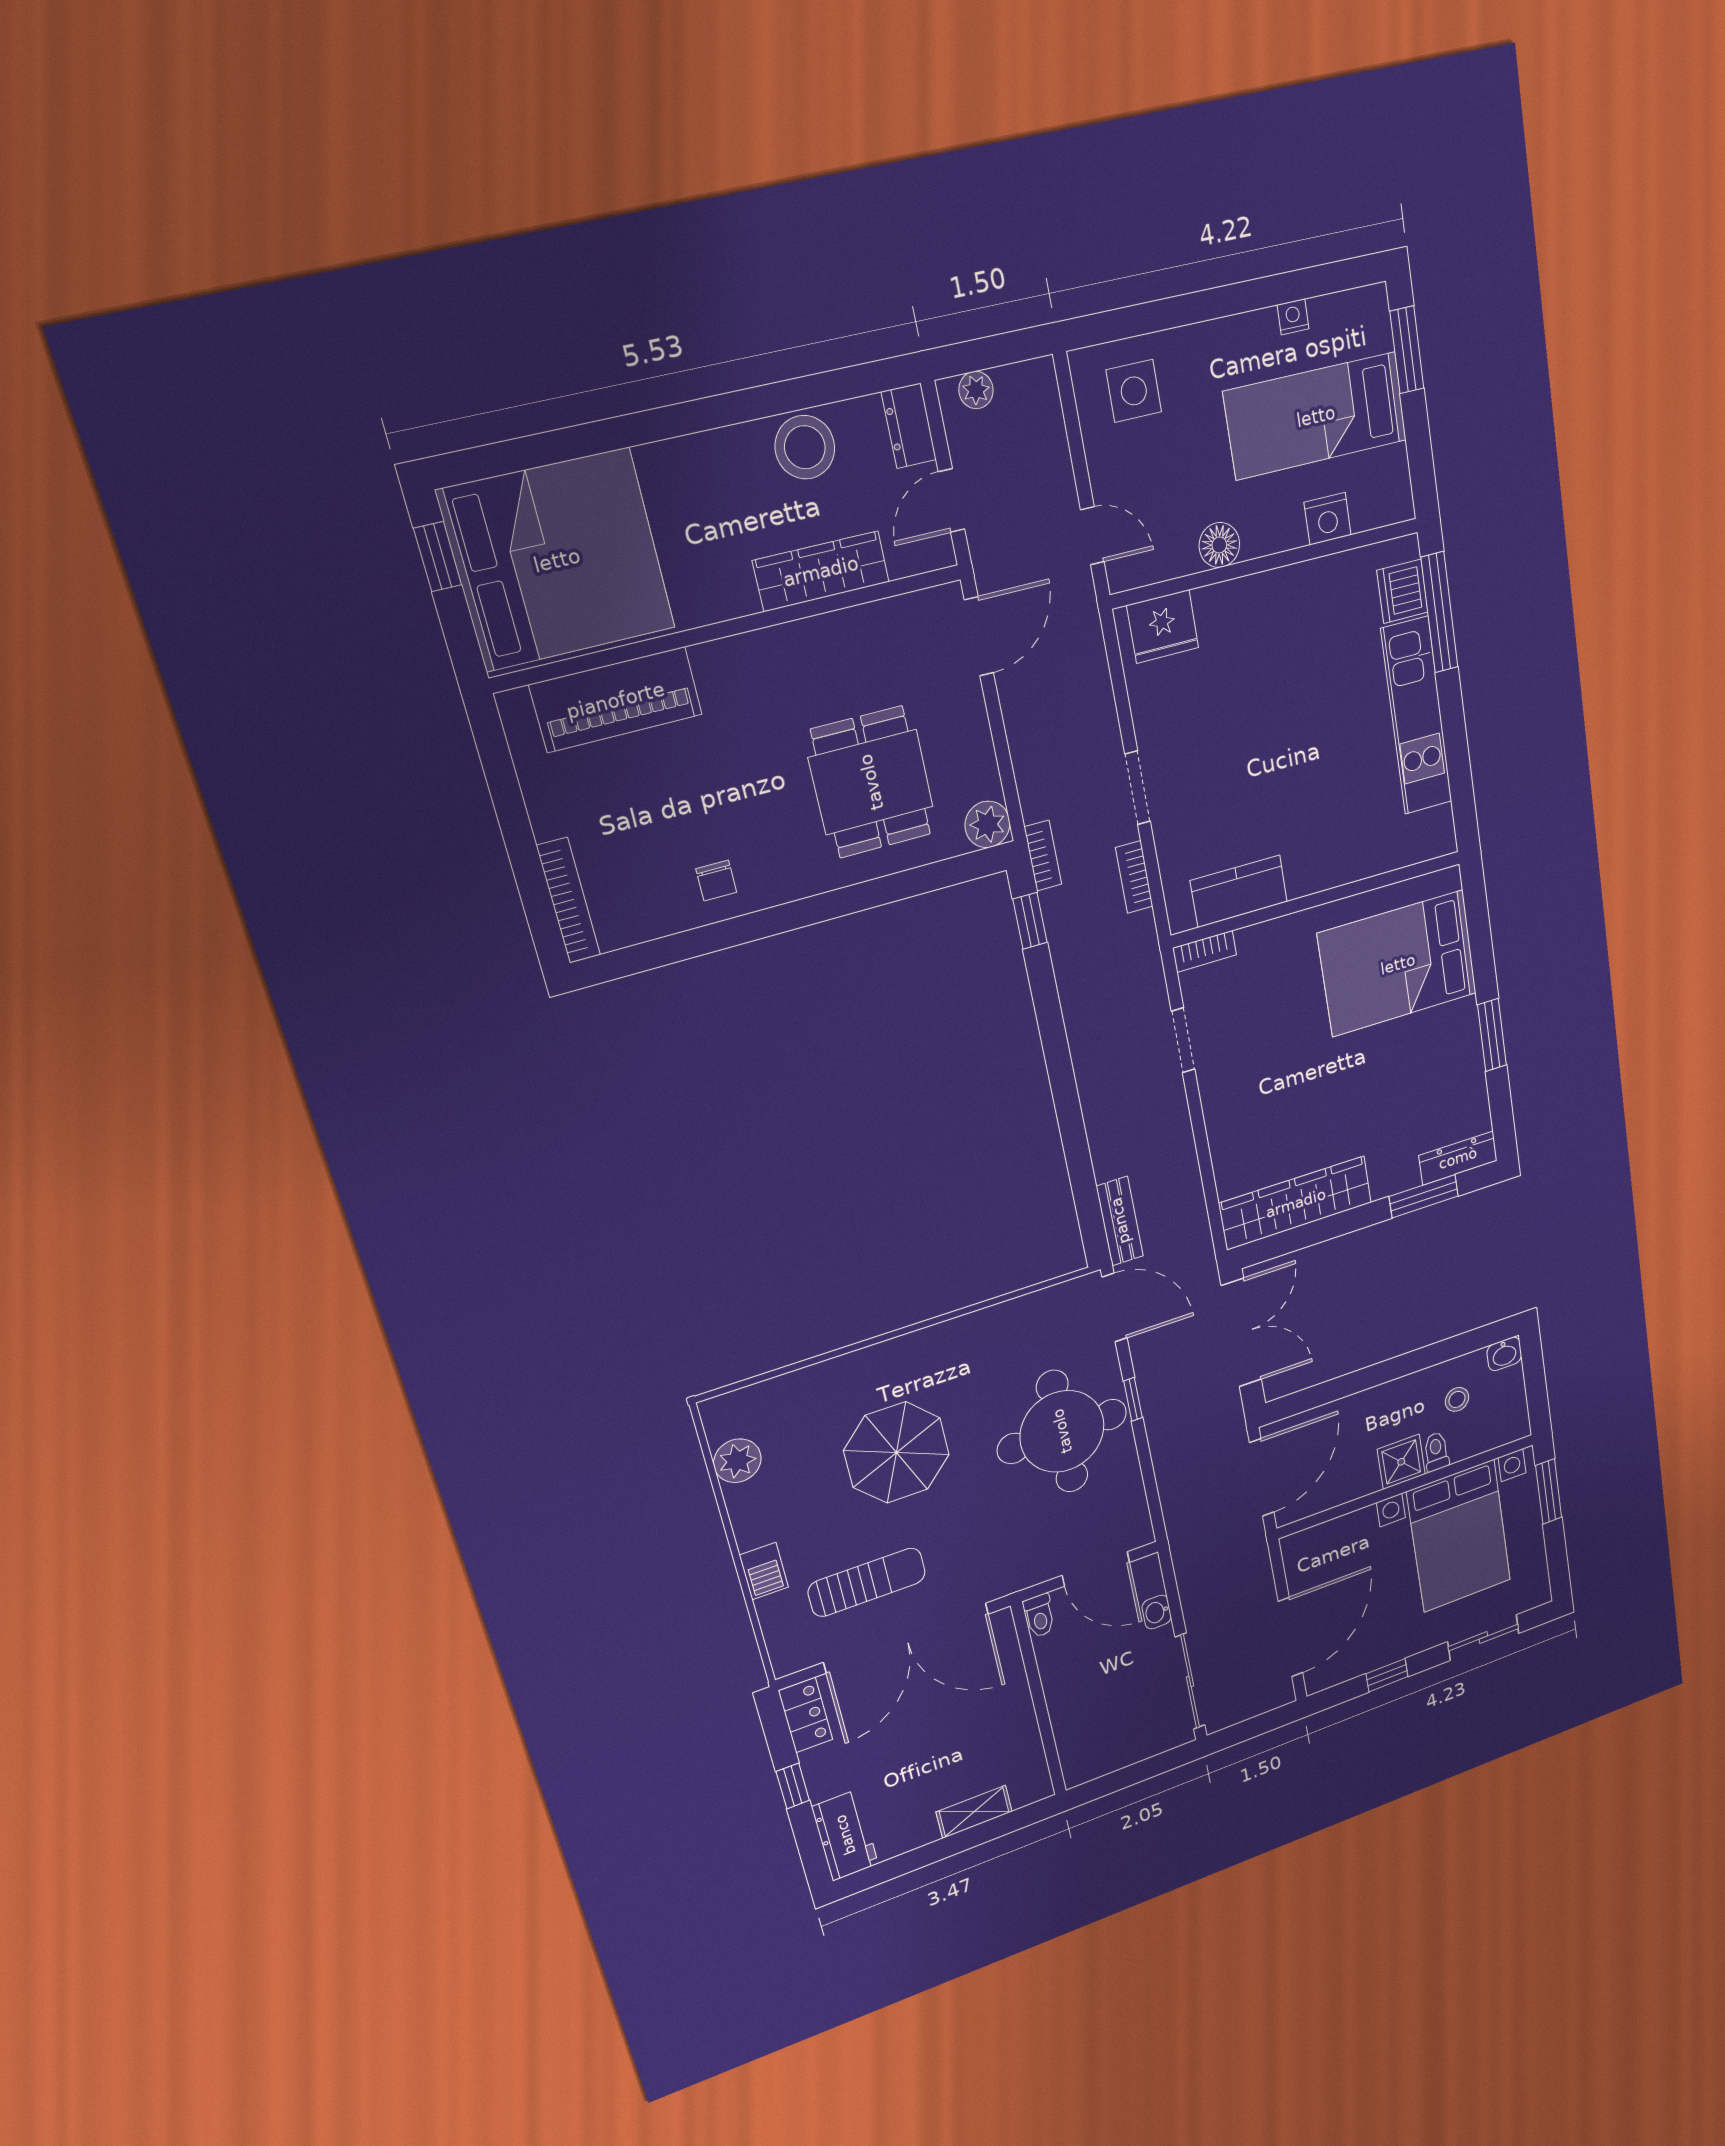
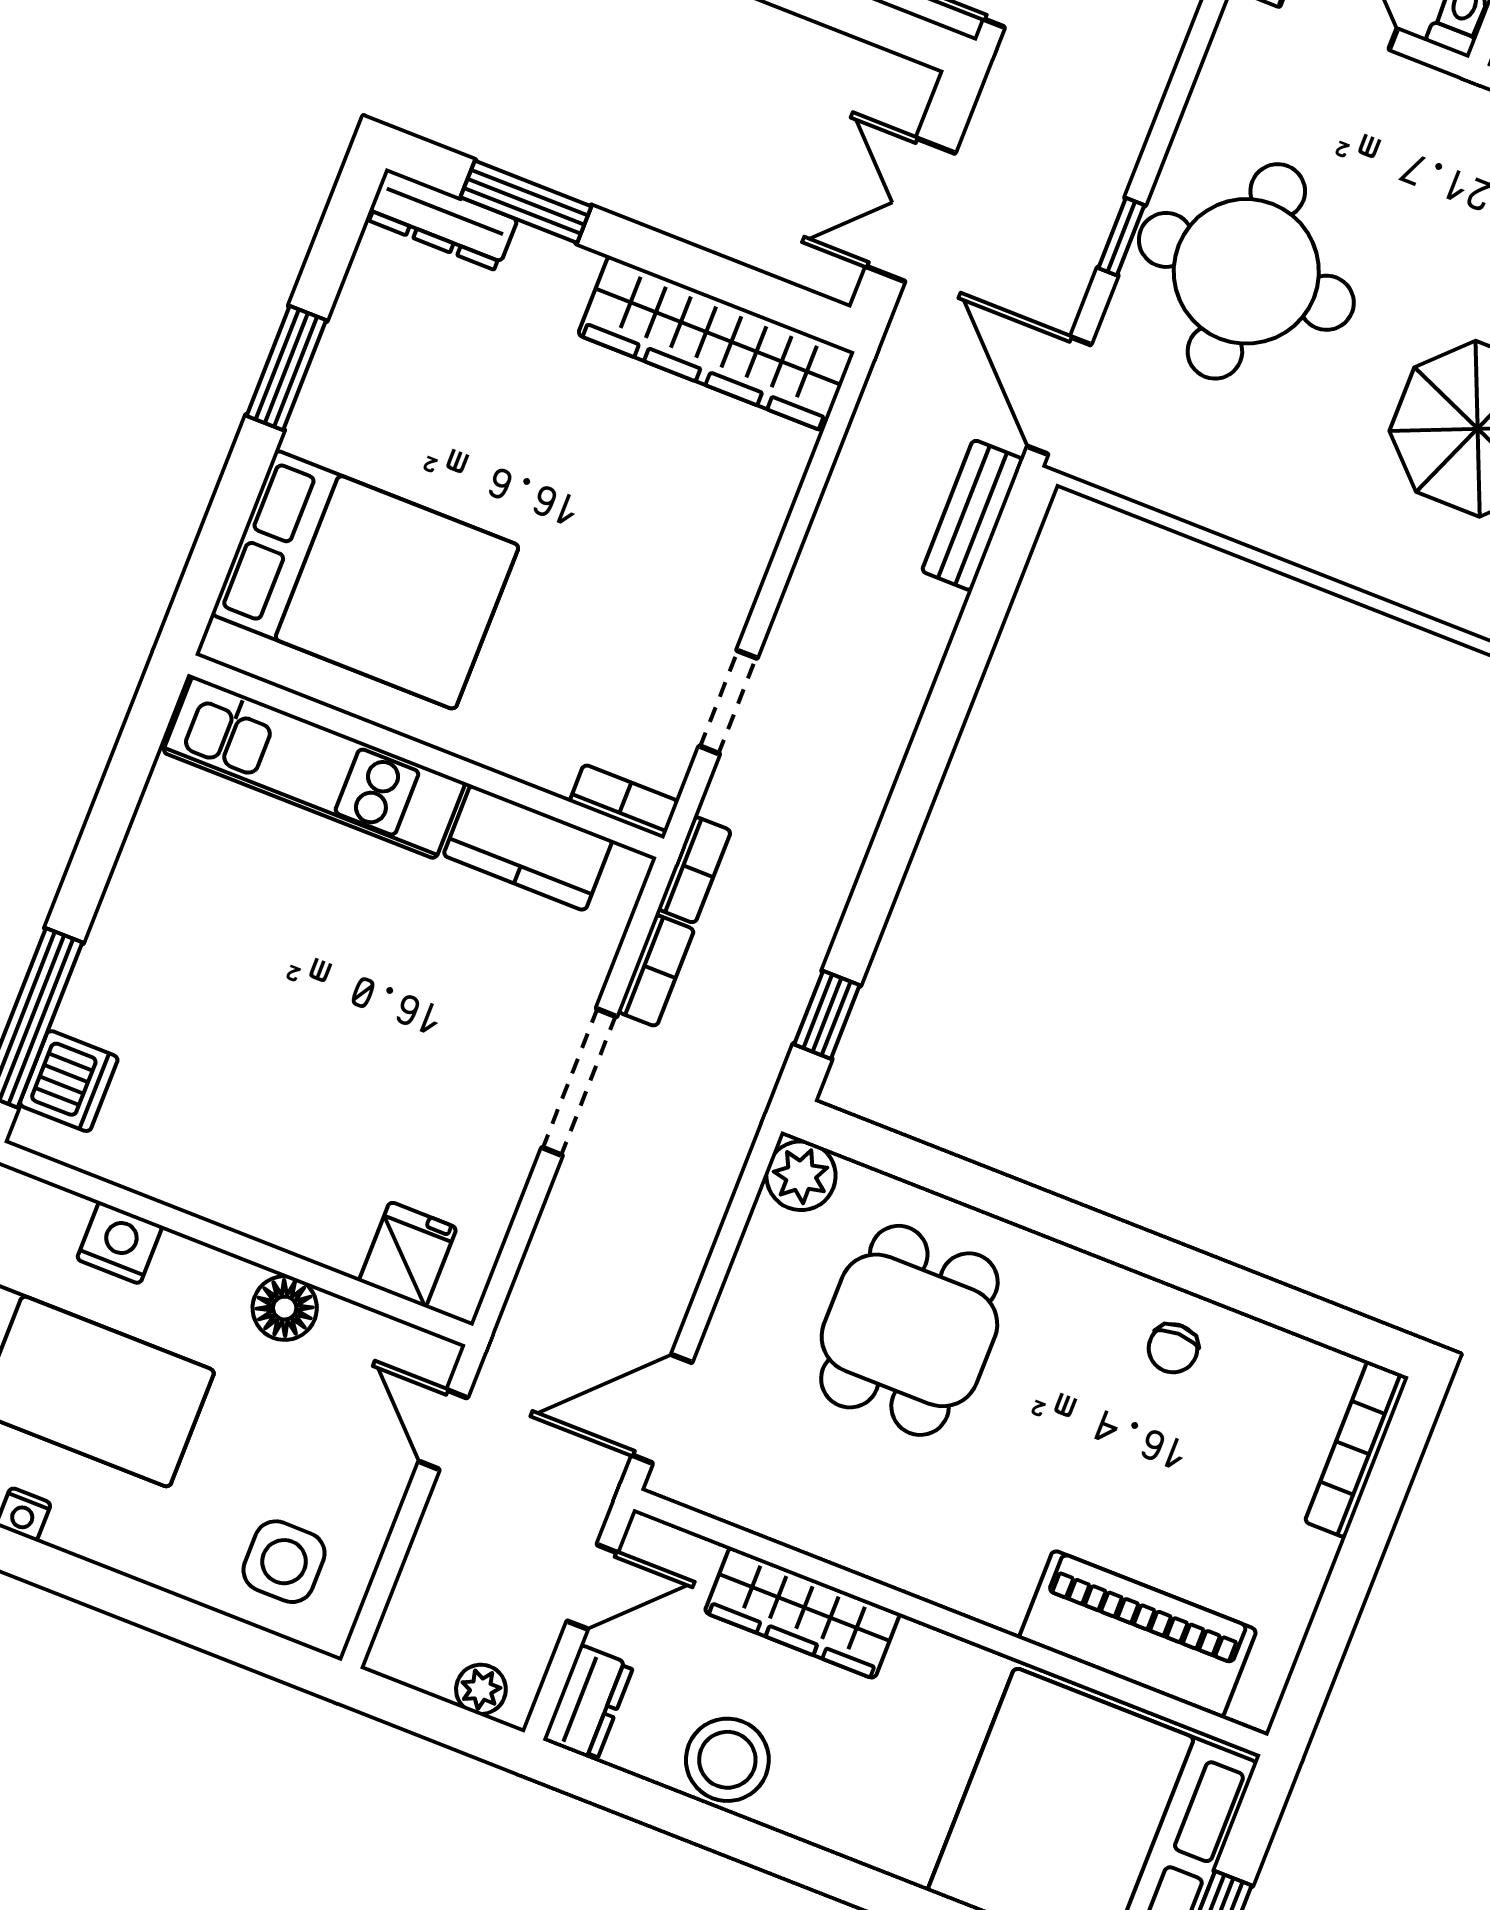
fridge: (1163, 627) -> (408, 1254), width x0.72
kitchen unit: (1417, 716) -> (314, 767), moved, turned 90
doorway: (1138, 788) -> (579, 1082), width x1.38
bookcase: (1043, 856) -> (695, 870), moved, turned 180
chair: (716, 881) -> (1173, 1348), turned 180
double door: (1241, 1333) -> (911, 210), width x0.73

